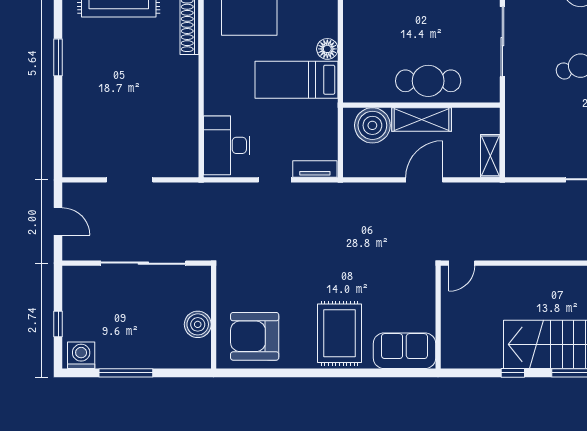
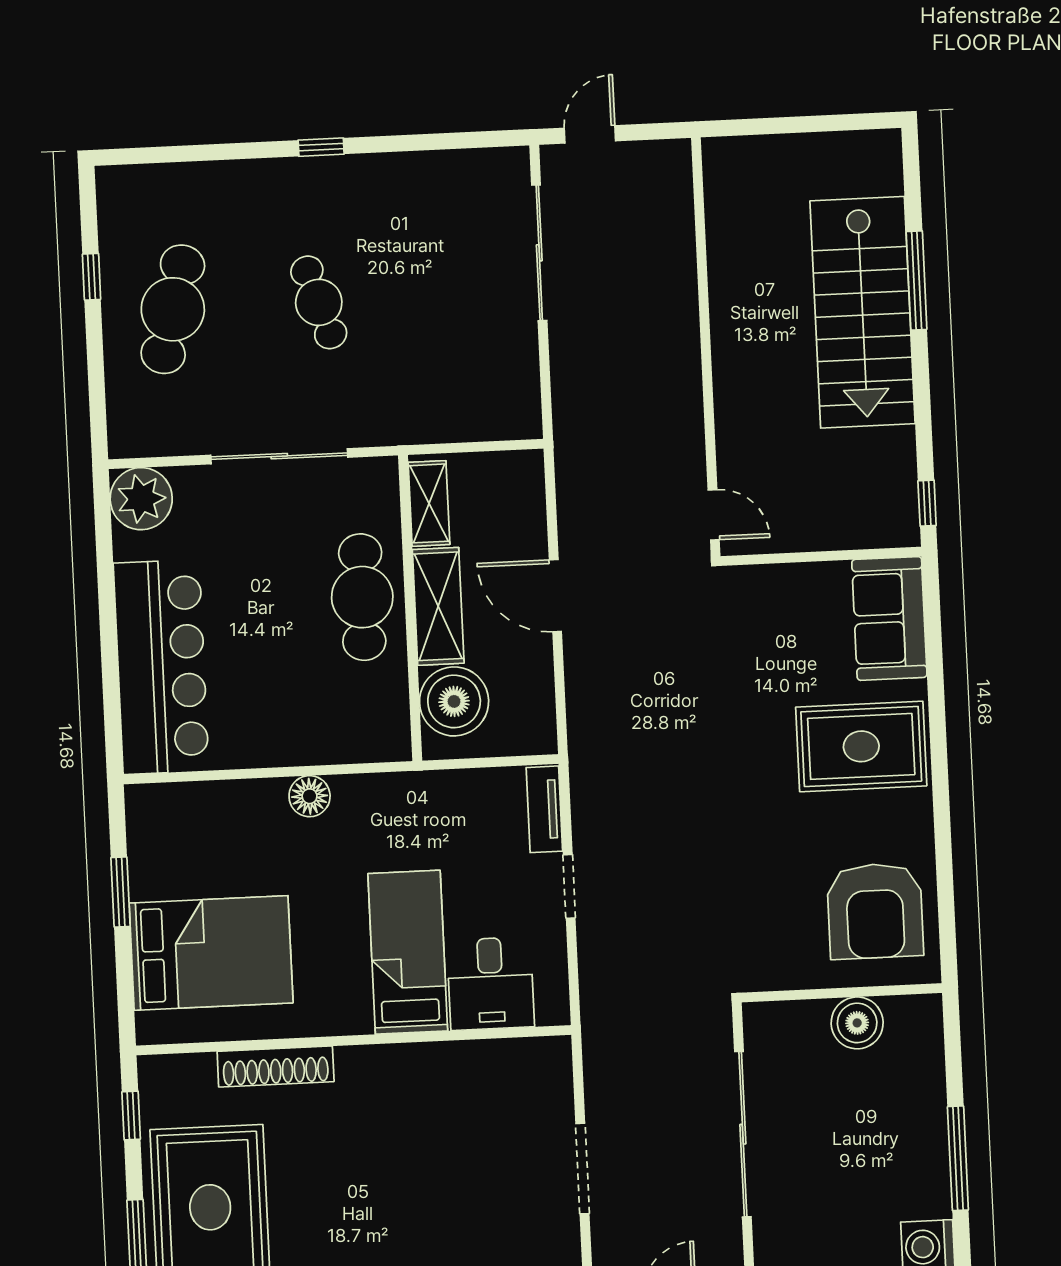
bed: (297, 80) -> (408, 952), moved, turned 180
desk: (227, 145) -> (491, 984), width x0.73
shelving: (490, 156) -> (429, 503), moved, turned 90
window: (513, 373) -> (927, 503), moved

